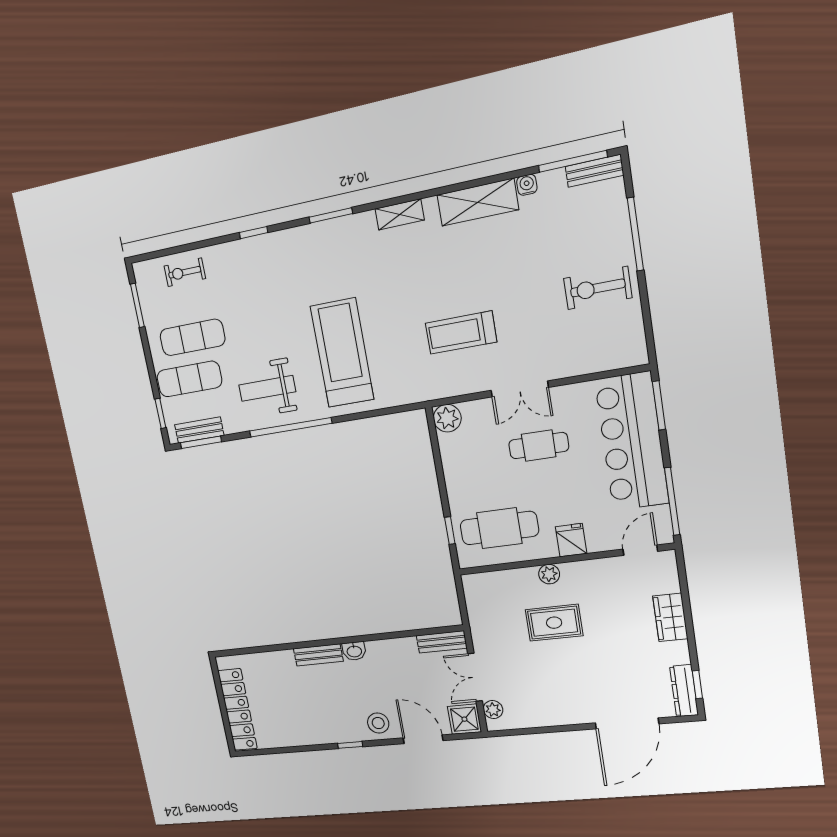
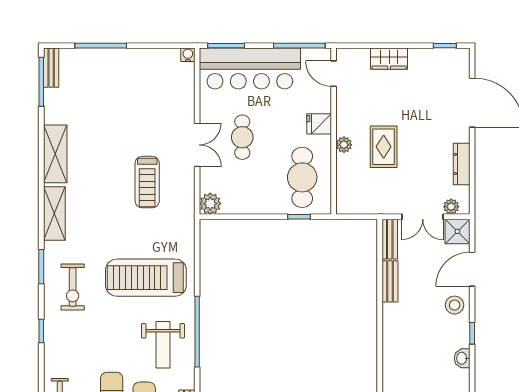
water cooler: (527, 185) -> (188, 55), moved, turned 90
shelving: (400, 214) -> (54, 213), width x1.50, depth x1.33
exercise bike: (598, 288) -> (73, 287), moved
washbasin: (354, 651) -> (462, 358), moved, turned 180
bench: (318, 655) -> (390, 281), moved
dresser: (684, 691) -> (462, 164), moved, turned 90

